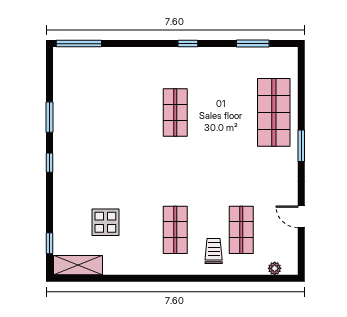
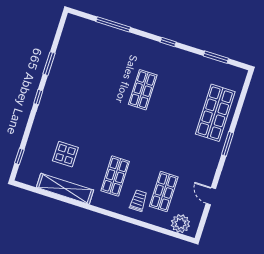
window: (79, 44) -> (113, 24), moved
shelving: (78, 265) -> (65, 189), moved, width x1.47
plant: (275, 268) -> (180, 224), width x1.88, depth x1.88

